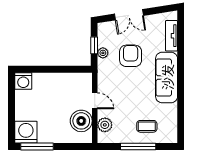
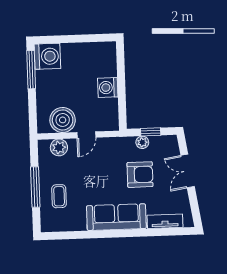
washing machine: (23, 81) -> (108, 87), moved

